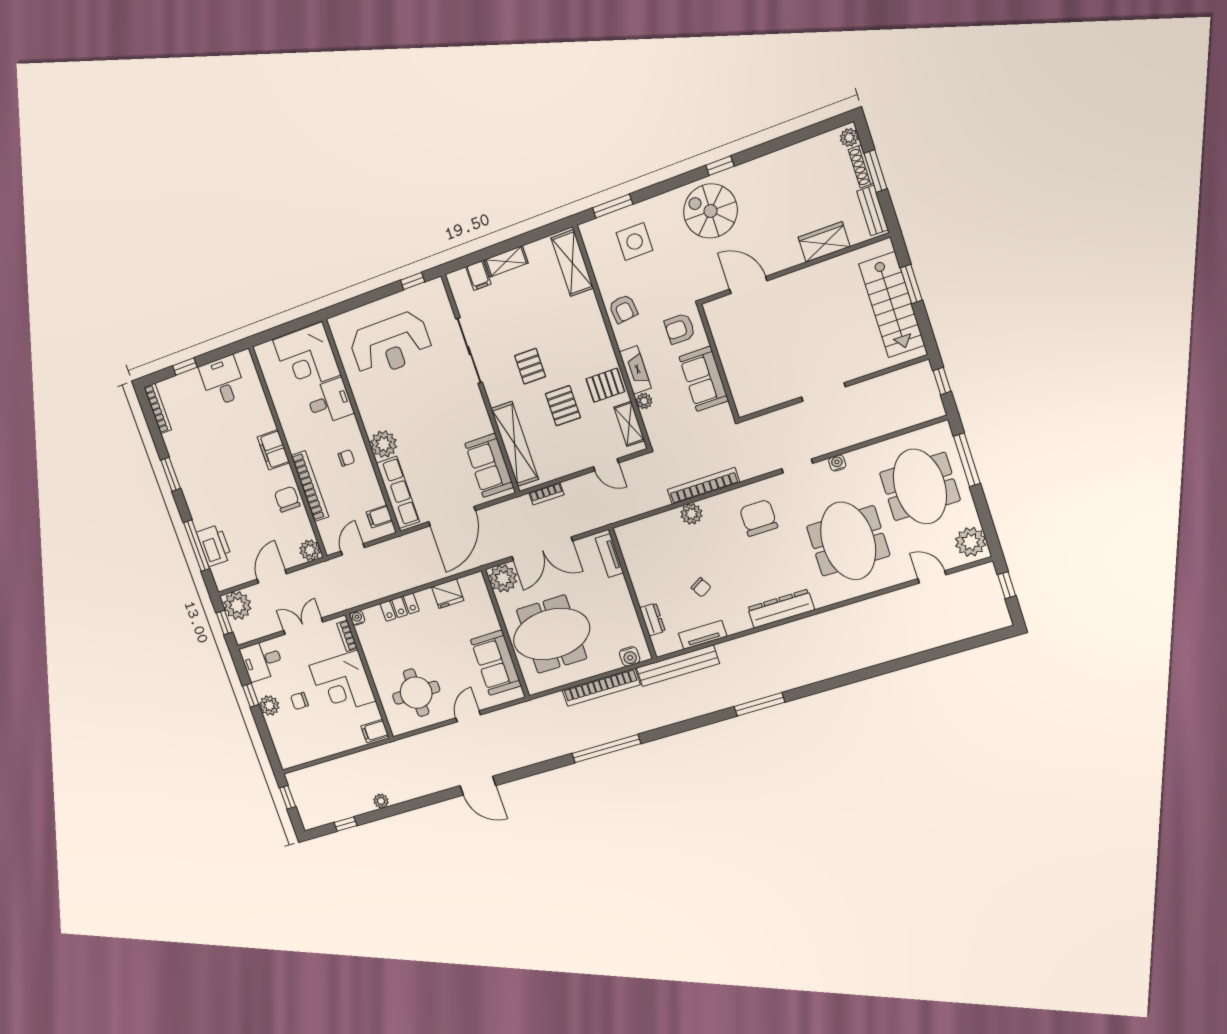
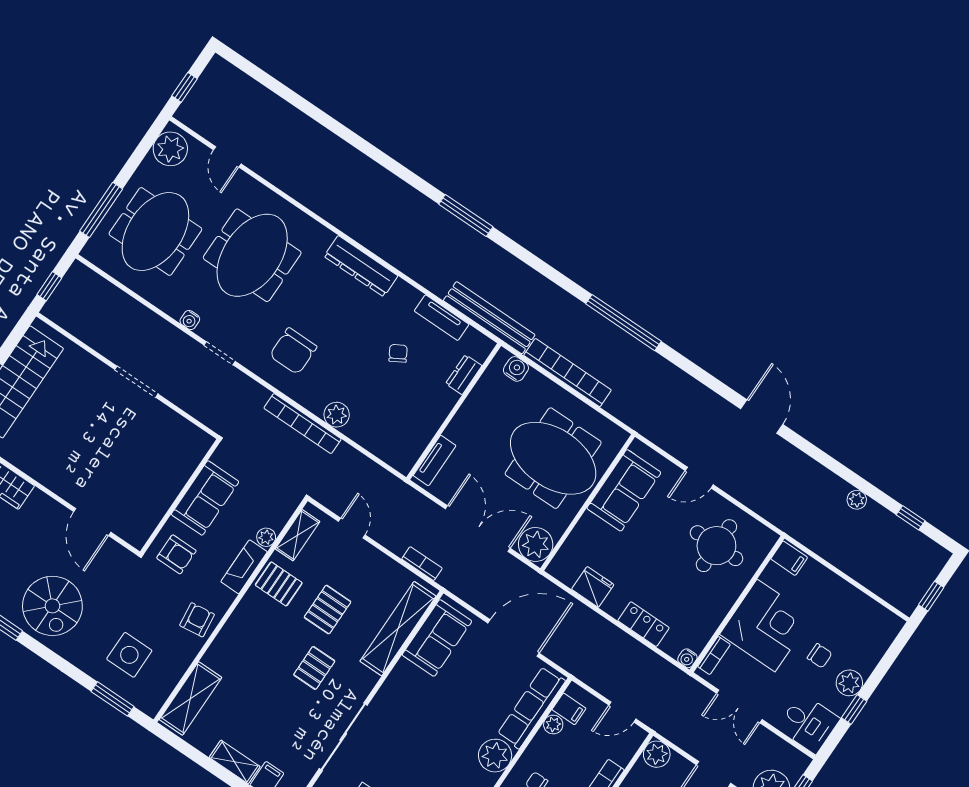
plant: (377, 498) -> (553, 724), added

